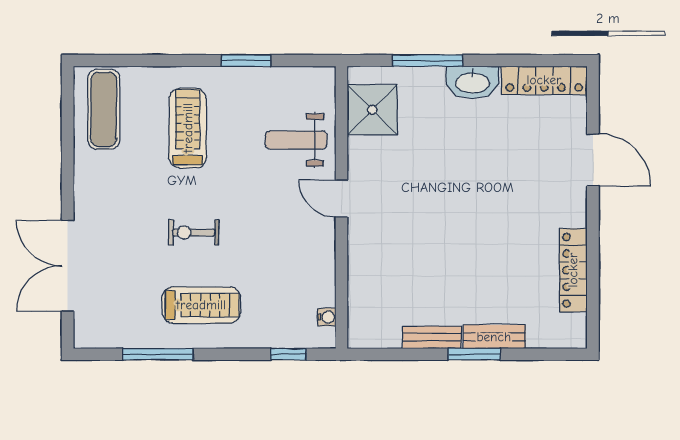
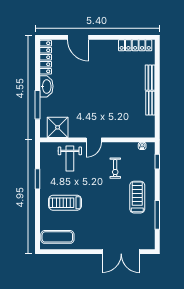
door: (593, 160) -> (78, 37), swing flipped
exercise bike: (194, 233) -> (115, 168), moved
locker: (573, 270) -> (135, 45), moved
window: (474, 354) -> (157, 86), removed

